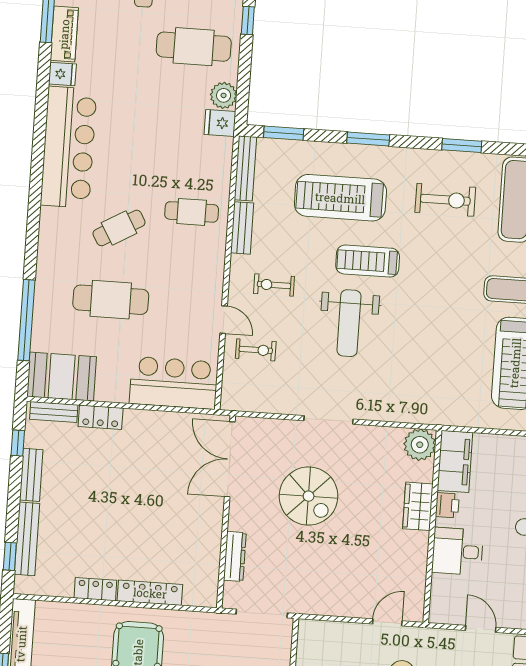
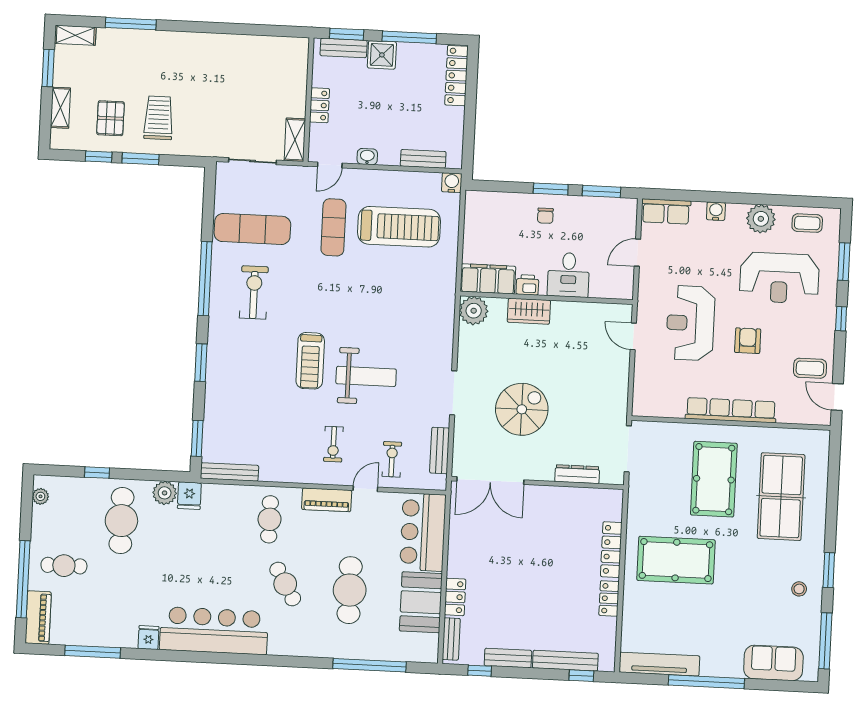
piano: (64, 34) -> (327, 500), moved, turned 180
window: (462, 146) -> (205, 279), width x2.11
treadmill: (340, 198) -> (254, 386), removed
bench: (242, 228) -> (440, 450), moved, turned 90
booth: (62, 377) -> (421, 602), moved

